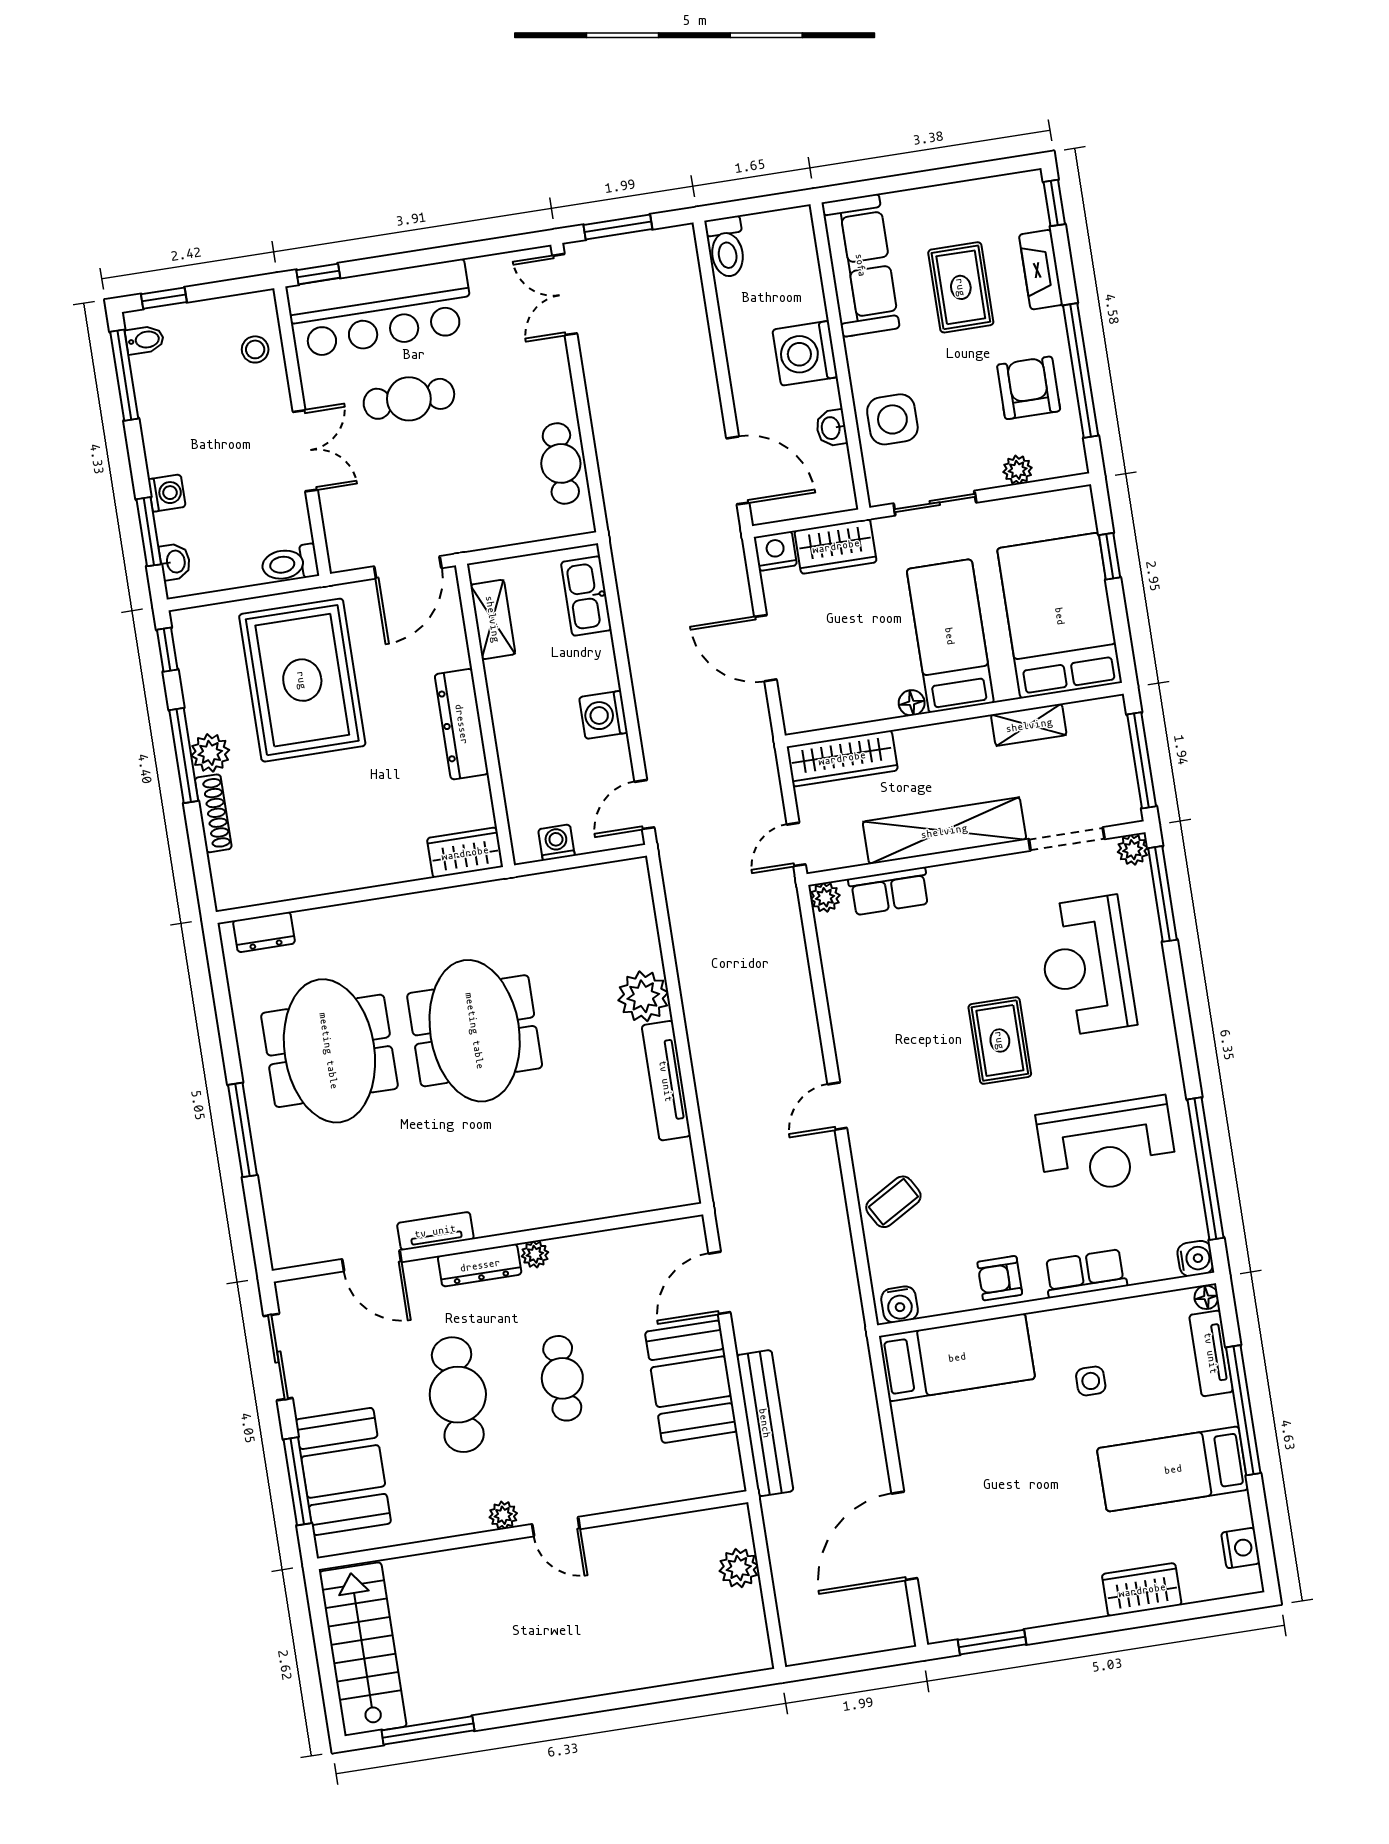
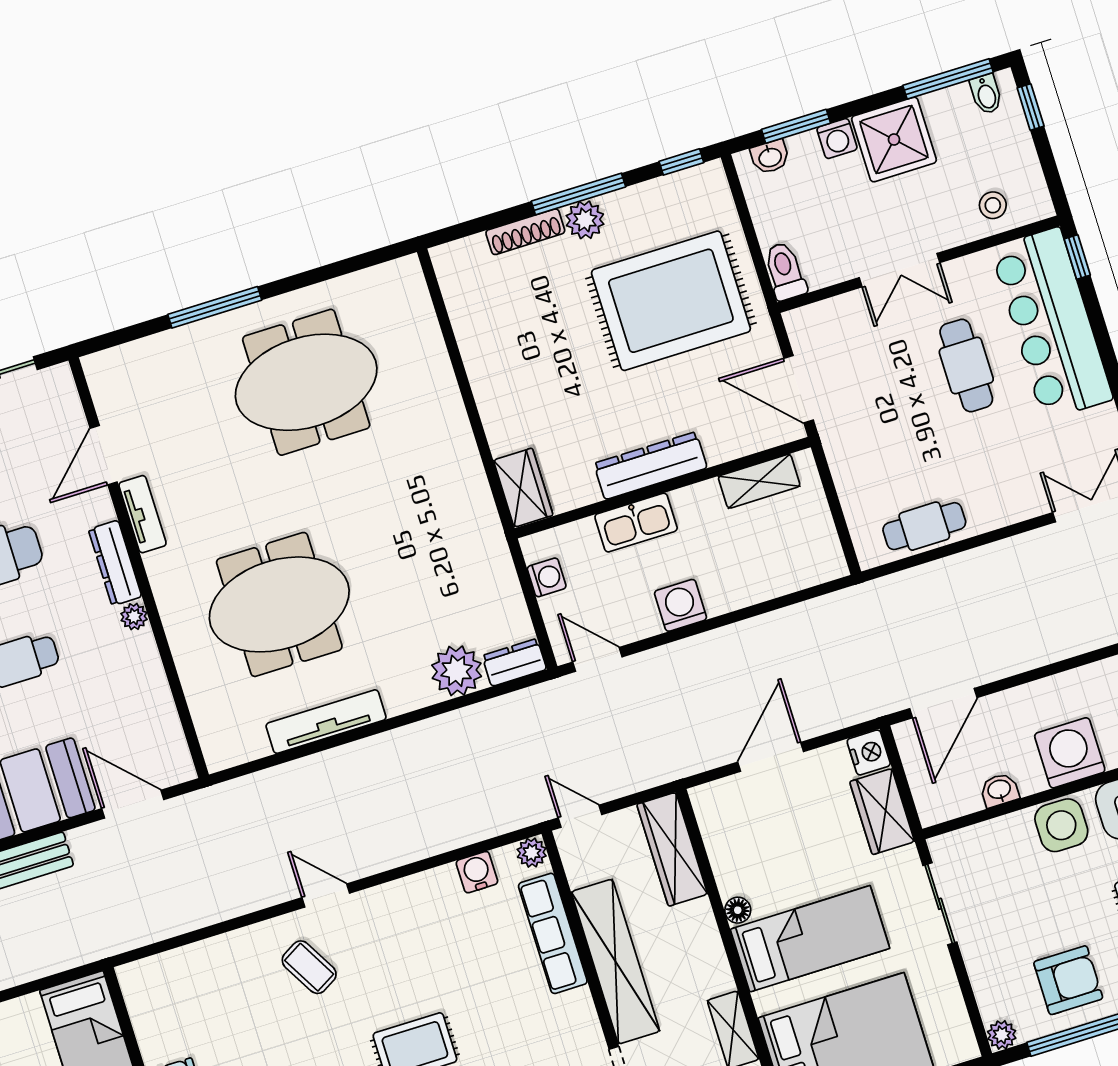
side table: (892, 419) -> (1061, 825), moved
shower: (176, 437) -> (894, 140), added
plant: (1018, 470) -> (1002, 1035), moved
kitchen sink: (586, 596) -> (636, 523), moved, turned 180
row of seats: (889, 891) -> (553, 933), width x1.48
dresser: (264, 932) -> (514, 662), moved, turned 90
plant: (643, 996) -> (457, 671), moved
meeting table: (475, 1031) -> (279, 604), moved
coffee table: (893, 1202) -> (309, 967), moved
water cooler: (900, 1304) -> (477, 872), moved, turned 90

